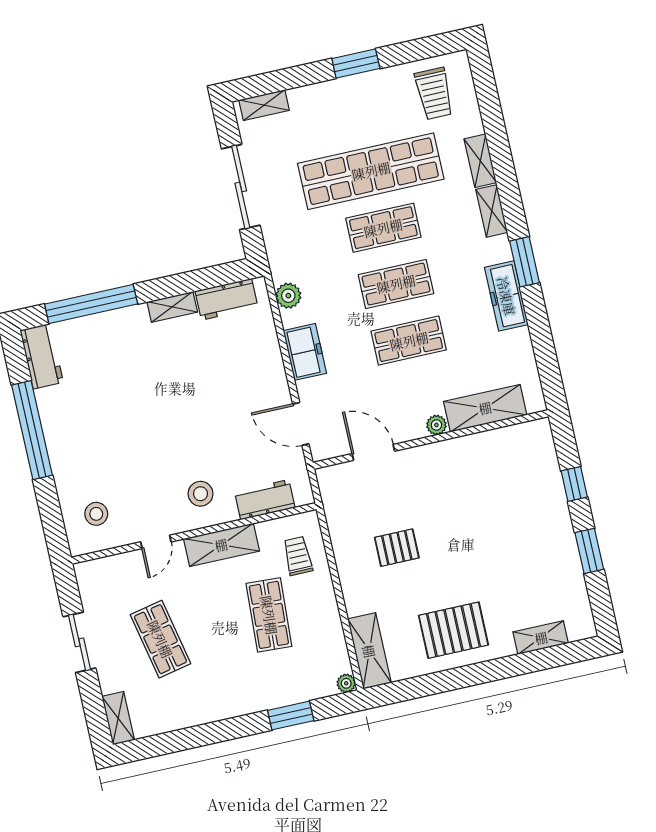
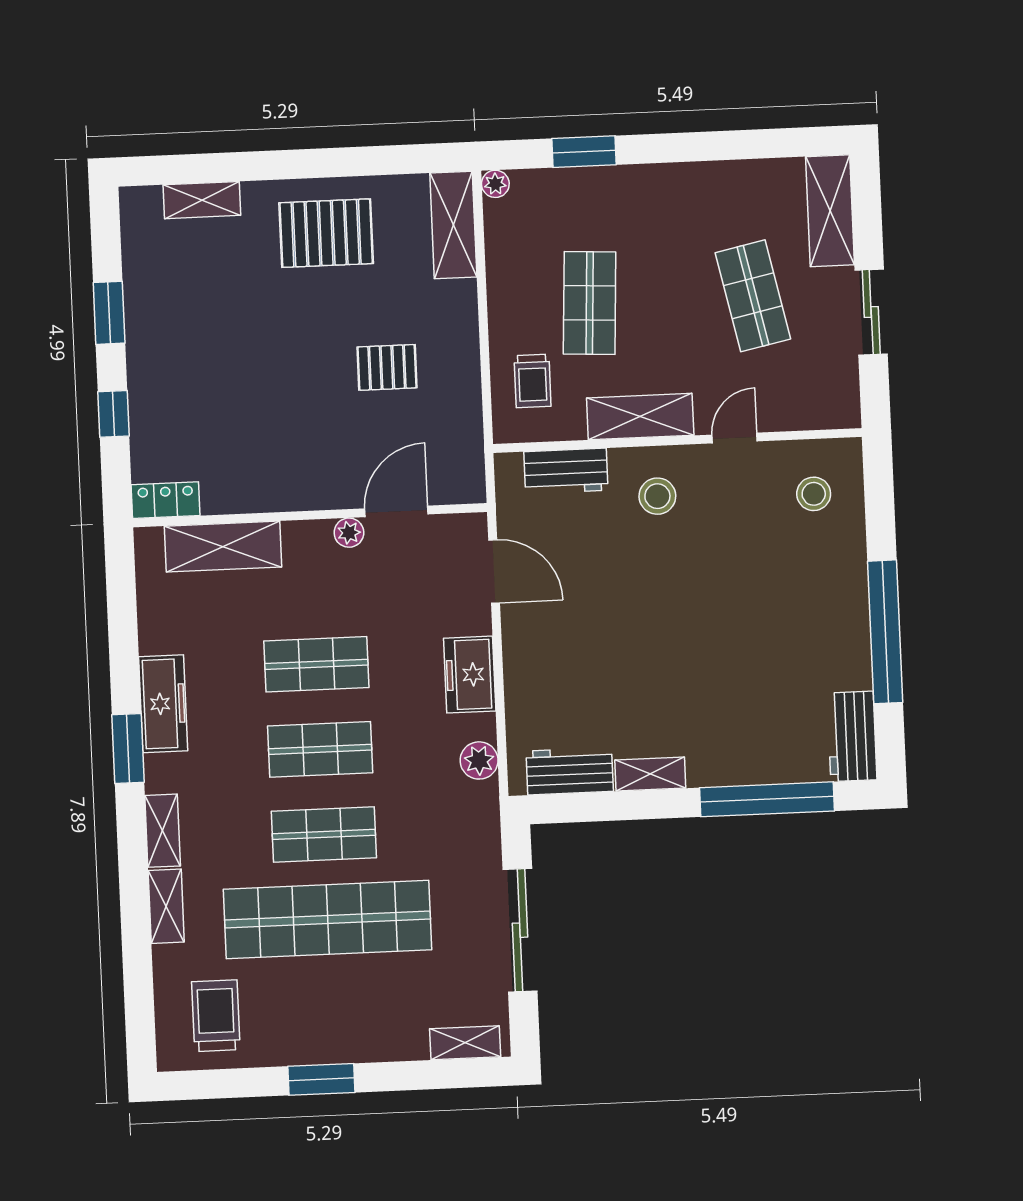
plant: (436, 425) -> (349, 533), moved
locker: (529, 432) -> (166, 500), added
door: (373, 452) -> (396, 511), swing flipped
shelving: (118, 718) -> (830, 211), width x1.50, depth x1.33

